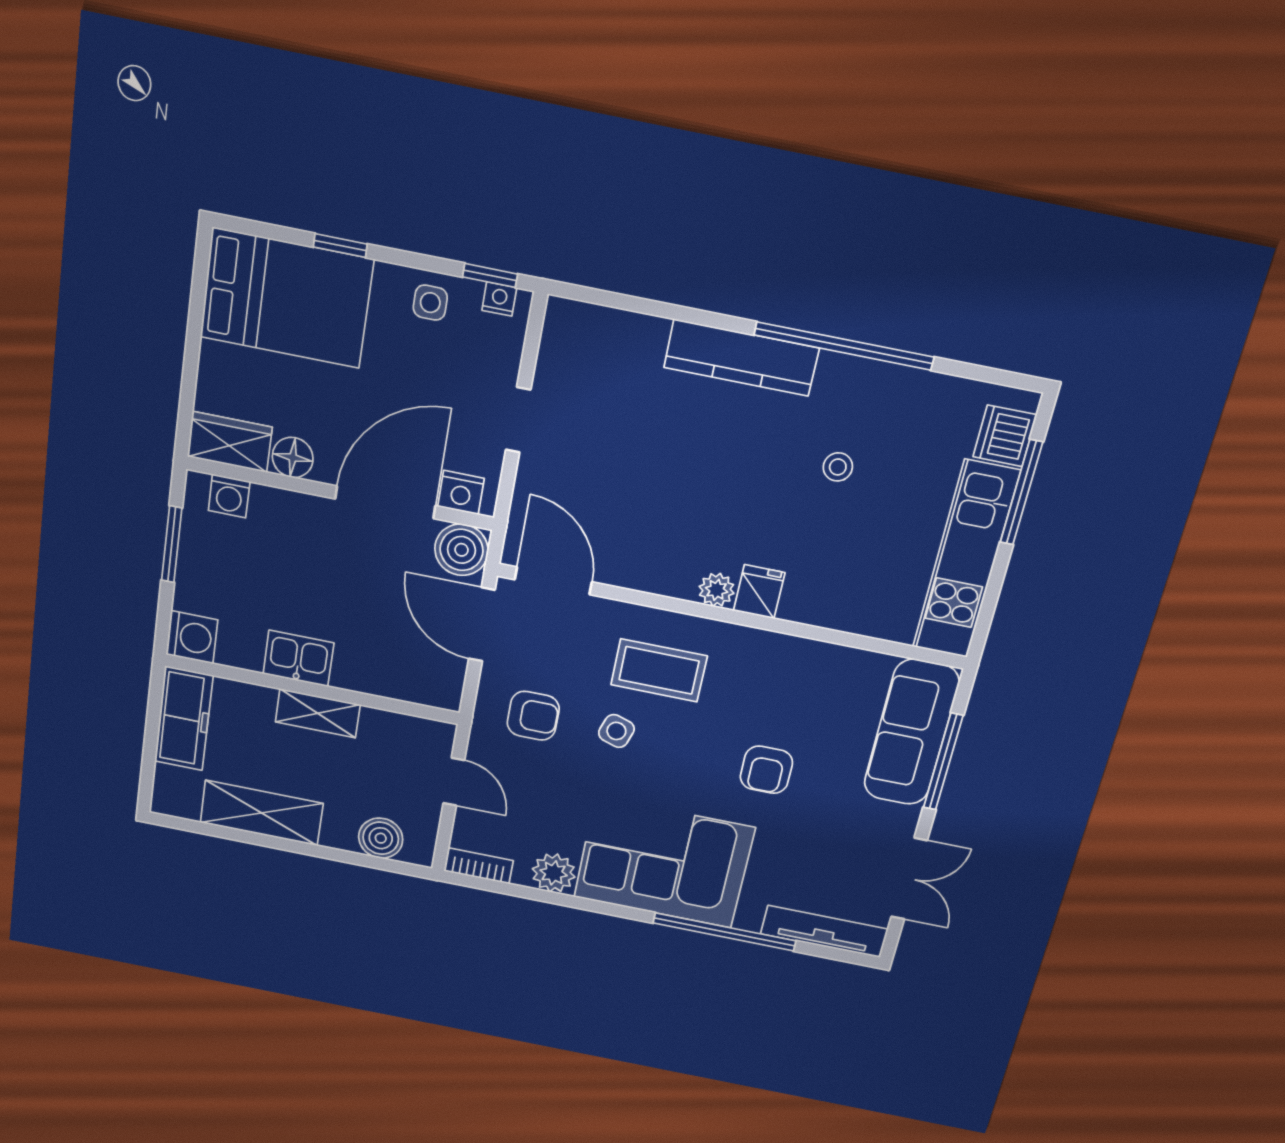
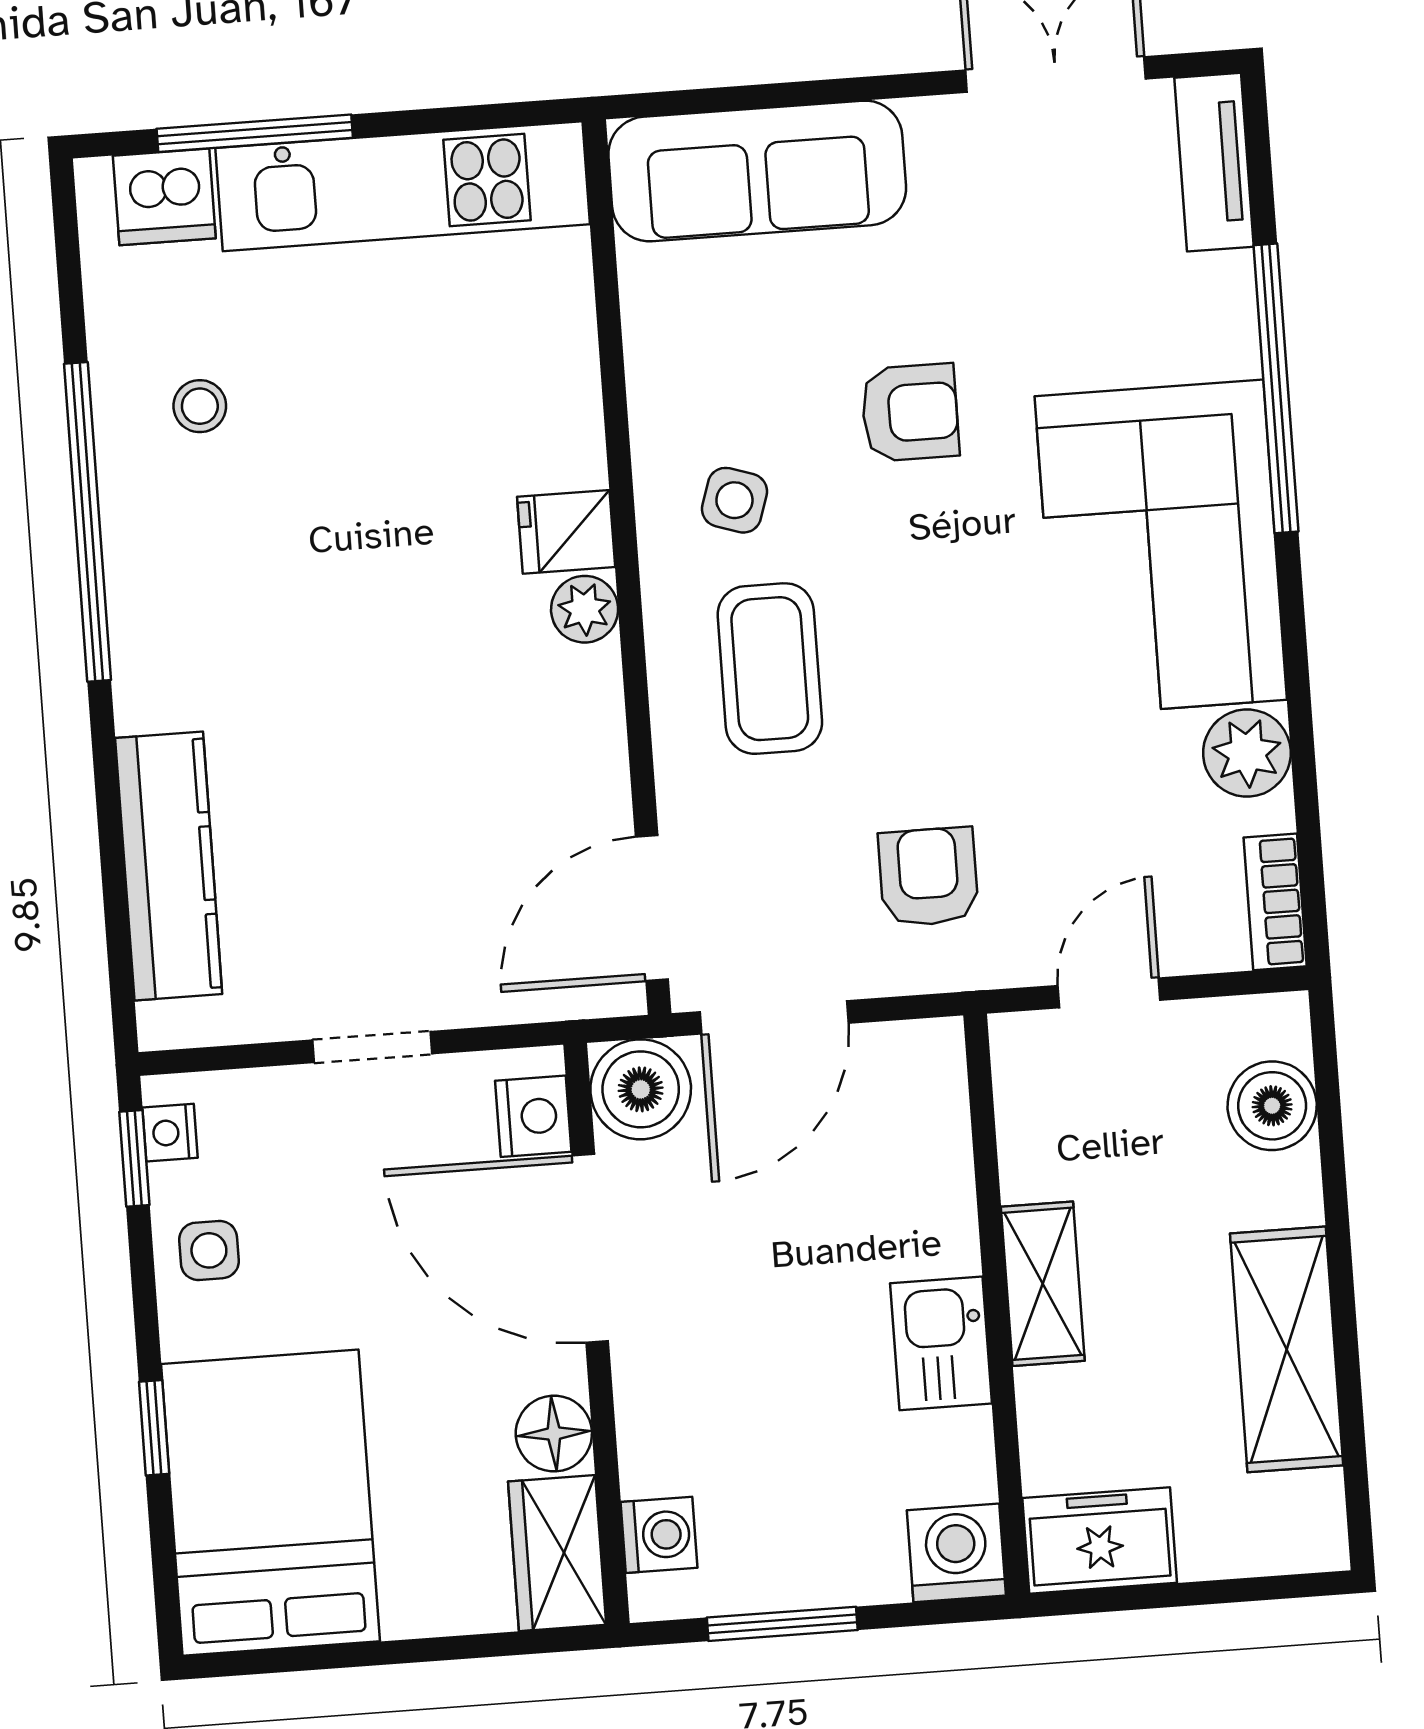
kitchen counter: (741, 358) -> (169, 866), moved
stool: (838, 467) -> (200, 406), moved
freezer: (184, 719) -> (1100, 1540), width x0.71
side table: (616, 731) -> (734, 500), moved
window: (943, 762) -> (798, 93), removed
tv unit: (824, 931) -> (1214, 162), width x0.71

